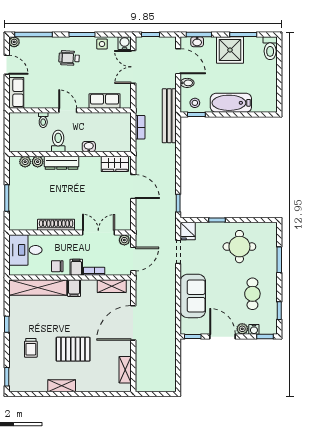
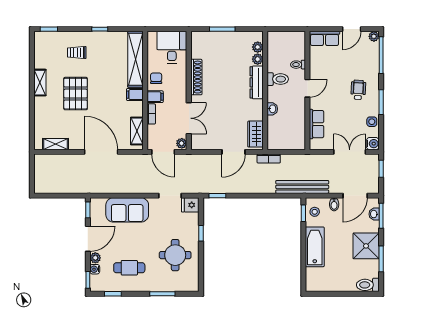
bookcase: (140, 127) -> (269, 159), moved

